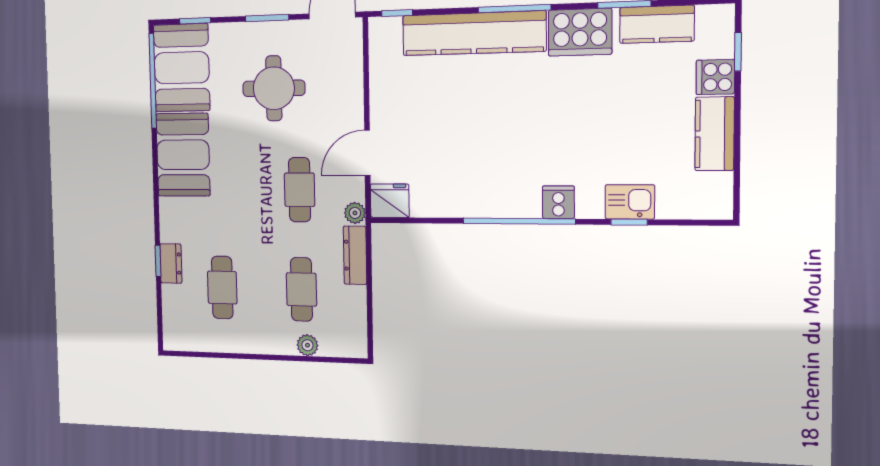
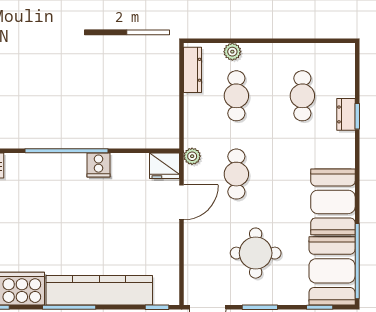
cooker: (558, 202) -> (98, 165), moved
dresser: (355, 255) -> (193, 70), moved

